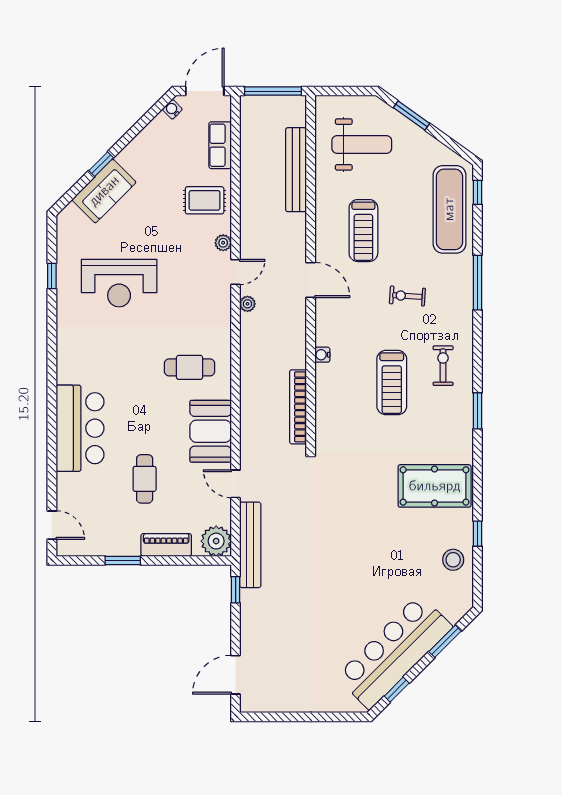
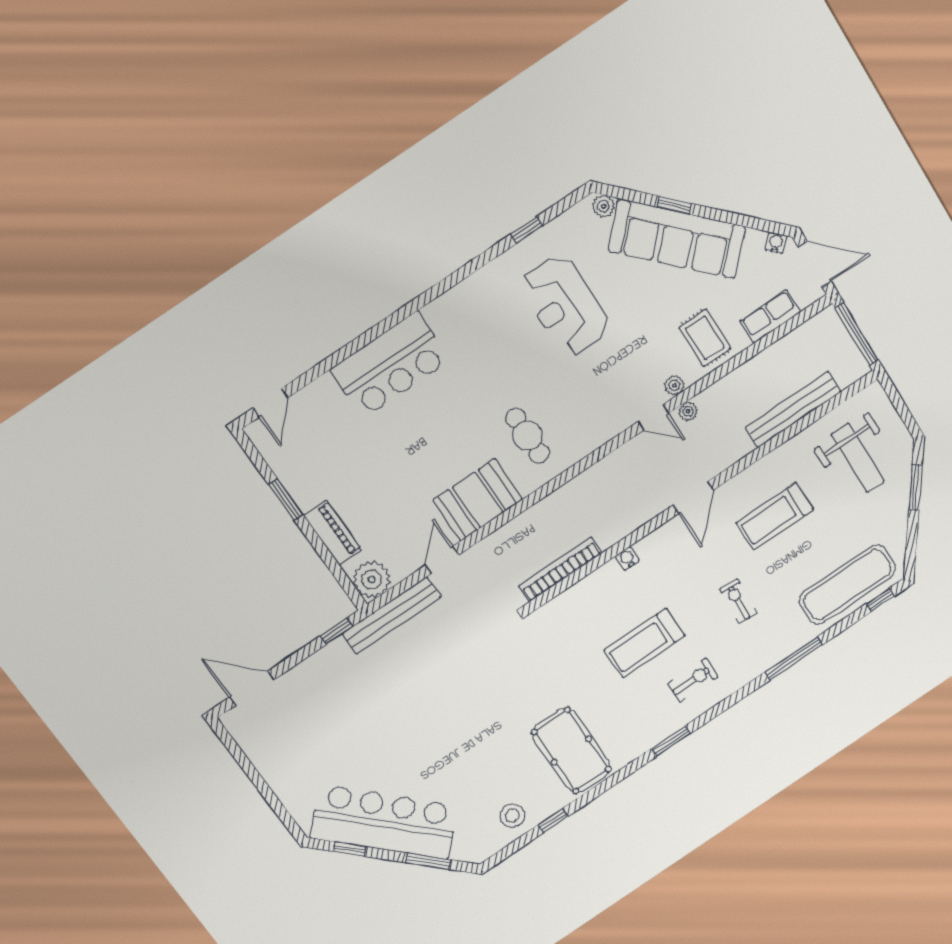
sofa: (104, 191) -> (677, 239), width x1.85, depth x1.27
plant: (70, 213) -> (603, 206), added
plant: (247, 304) -> (688, 411), moved
cafe table: (145, 479) -> (384, 466), removed

